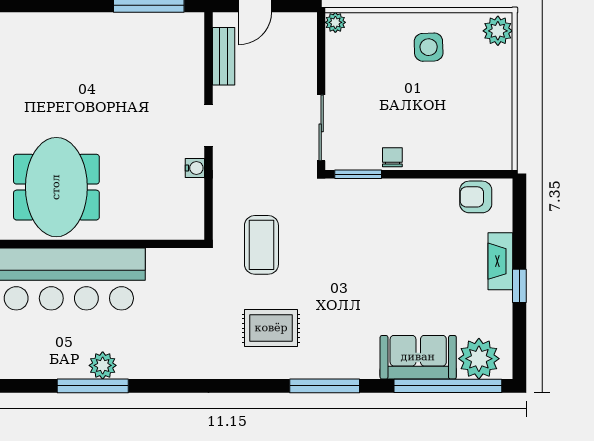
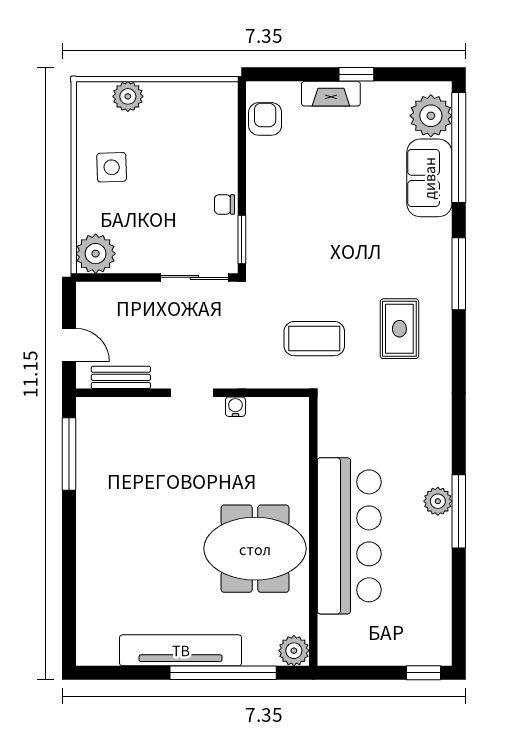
plant: (335, 22) -> (96, 254), width x1.88, depth x1.88
plant: (498, 31) -> (128, 96), moved
armchair: (476, 197) -> (265, 119), turned 180

